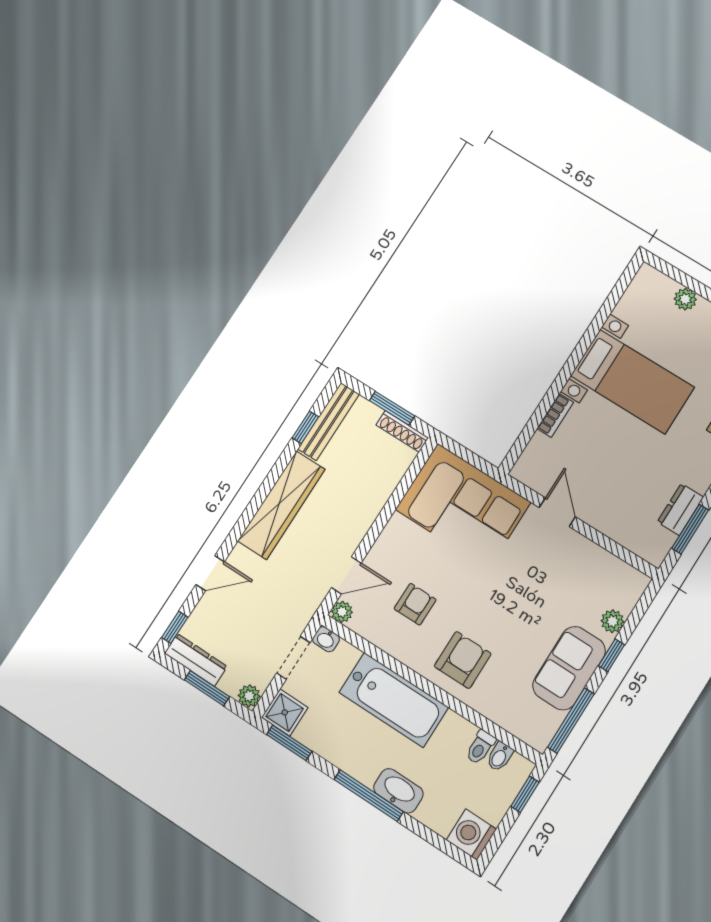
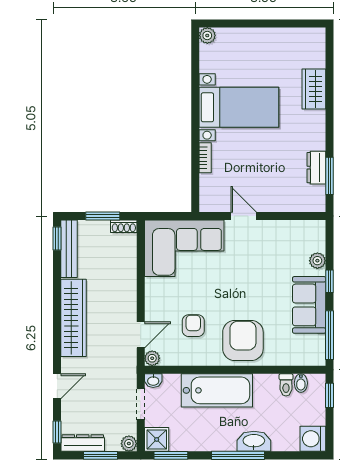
plant: (685, 299) -> (207, 36), moved
window: (305, 427) -> (57, 239), moved
shoe rack: (402, 431) -> (124, 226), width x0.70
armchair: (463, 660) -> (243, 341), width x1.36, depth x1.36

